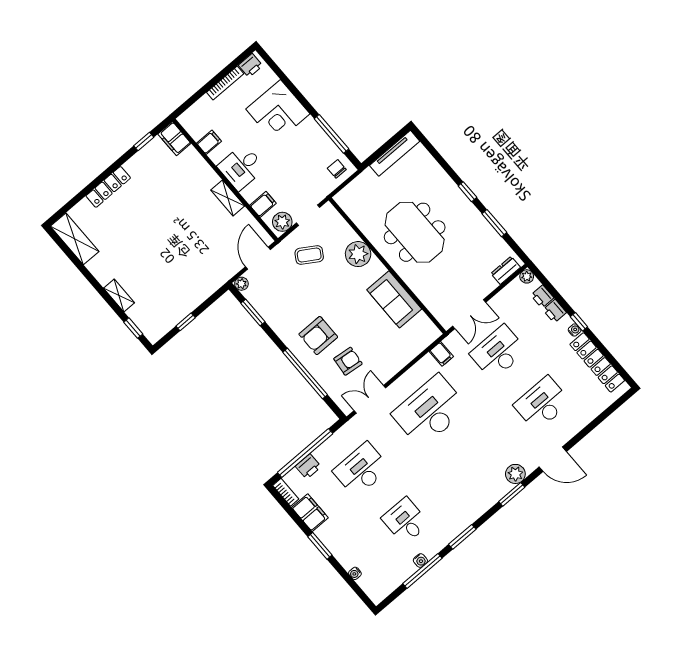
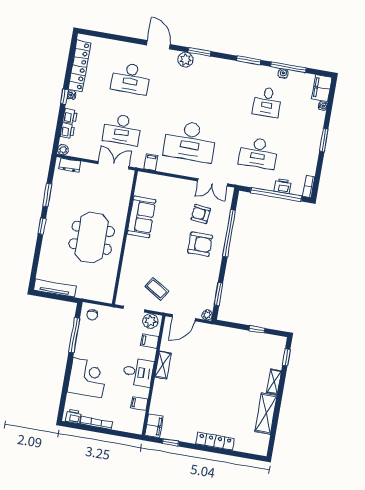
shelving: (75, 239) -> (266, 413), moved
plant: (358, 254) -> (132, 260), removed
filing cabinet: (310, 513) -> (322, 88), moved

